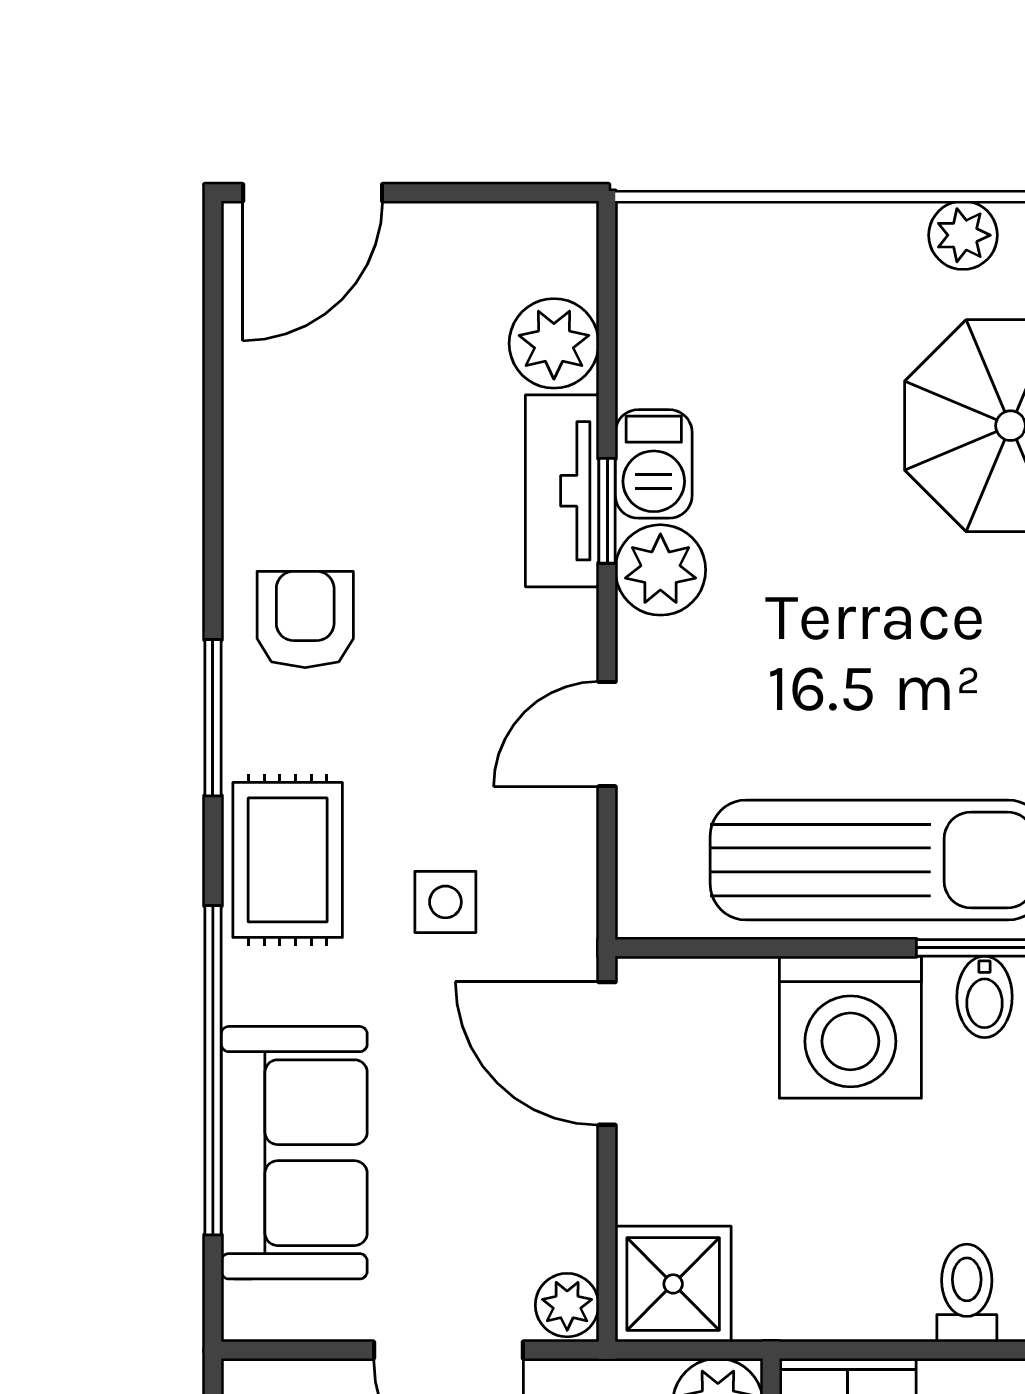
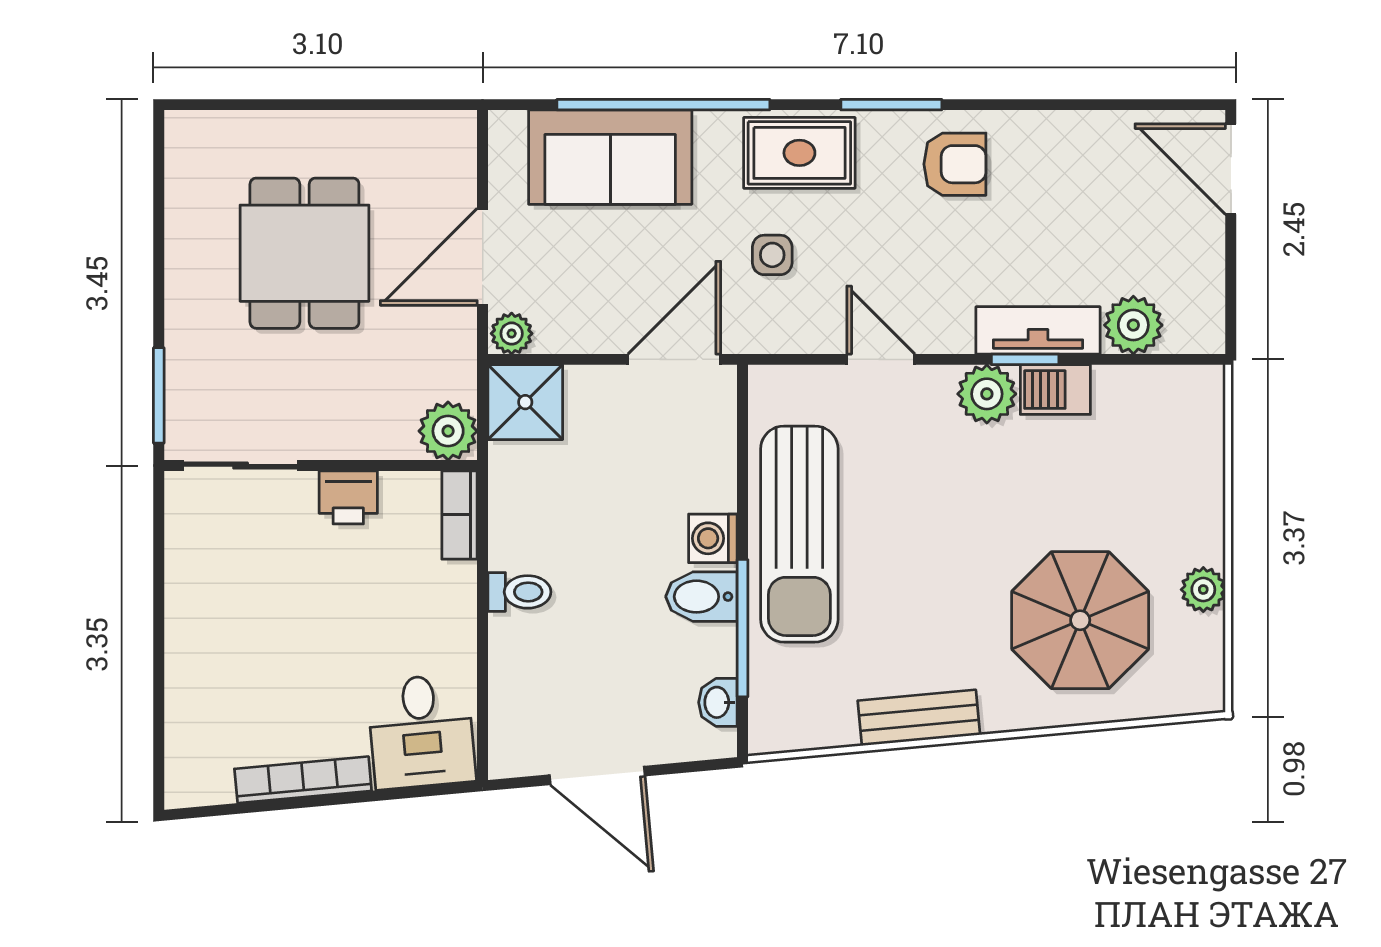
bidet: (985, 997) -> (701, 597), width x1.38, depth x1.36
washing machine: (850, 1027) -> (713, 538), width x0.53, depth x0.53

